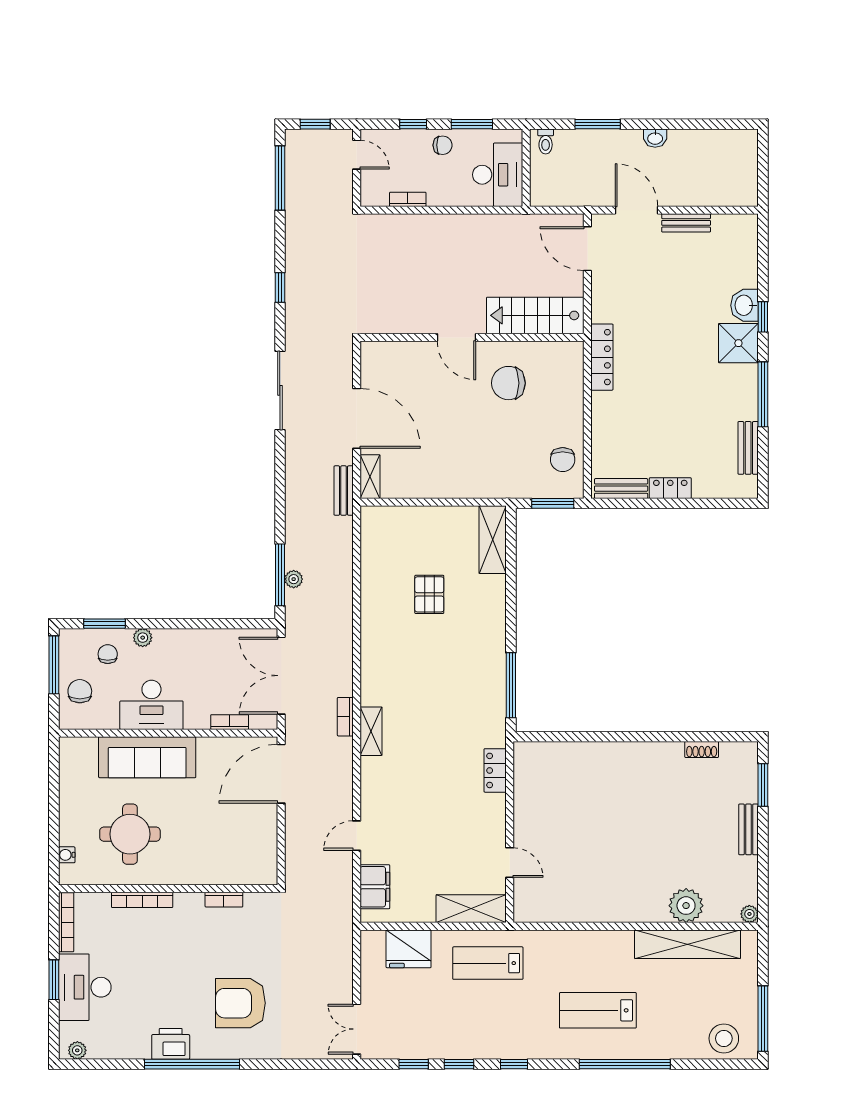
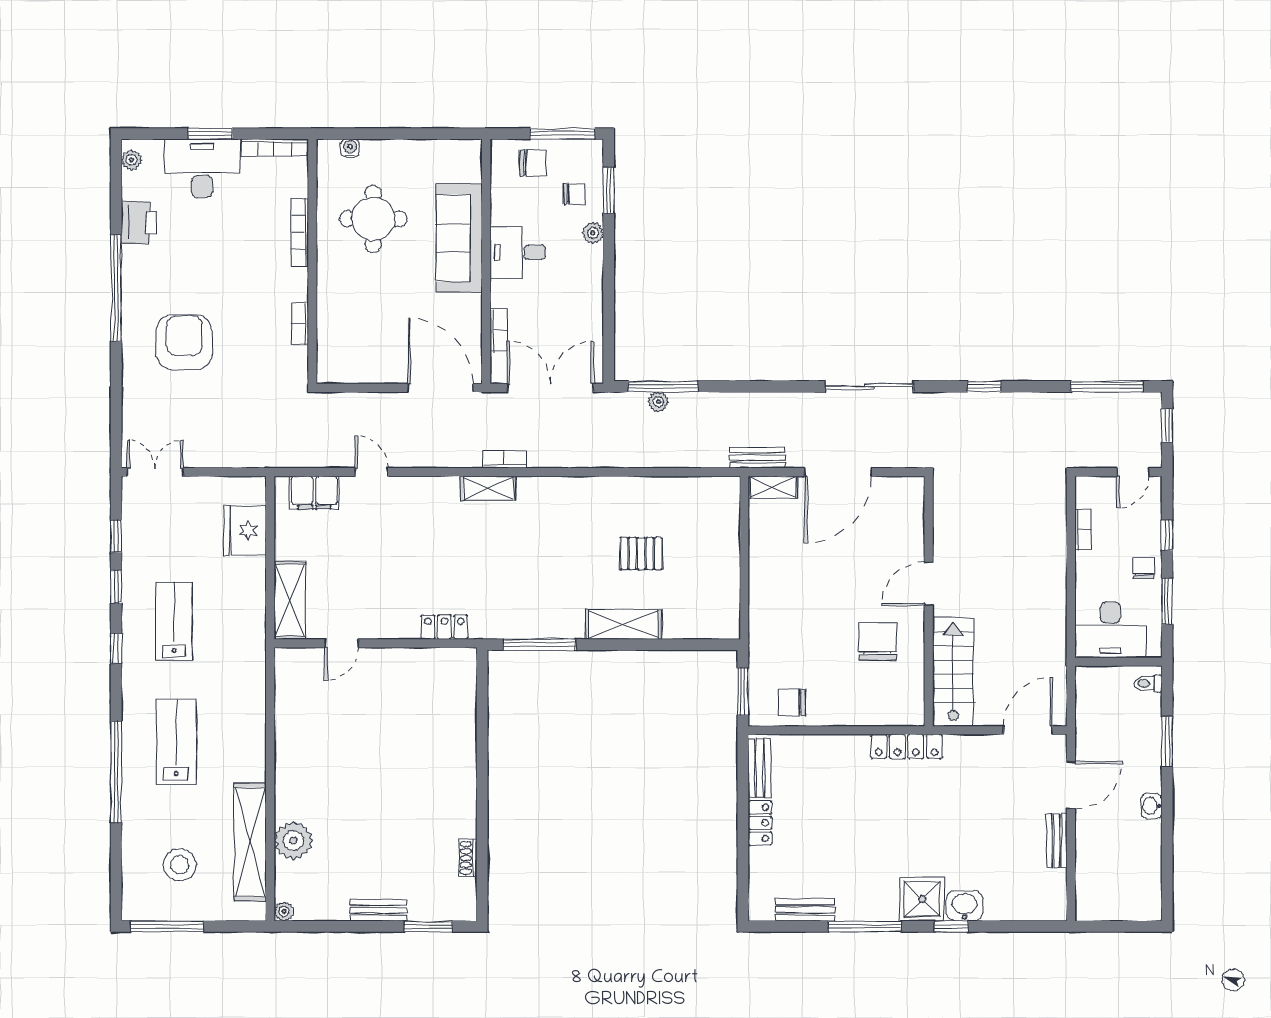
chair: (443, 145) -> (1143, 568), turned 180
shelving: (493, 540) -> (624, 624), moved
desk: (151, 705) -> (518, 252), width x0.73
lab bench: (488, 963) -> (174, 622), moved
stool: (724, 1038) -> (180, 865), moved
printer: (171, 1044) -> (139, 223), moved

